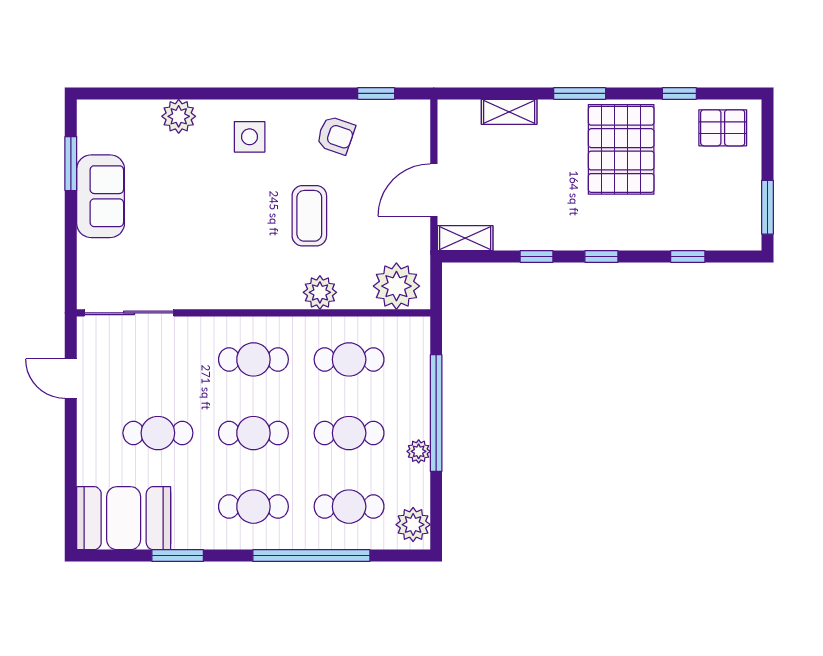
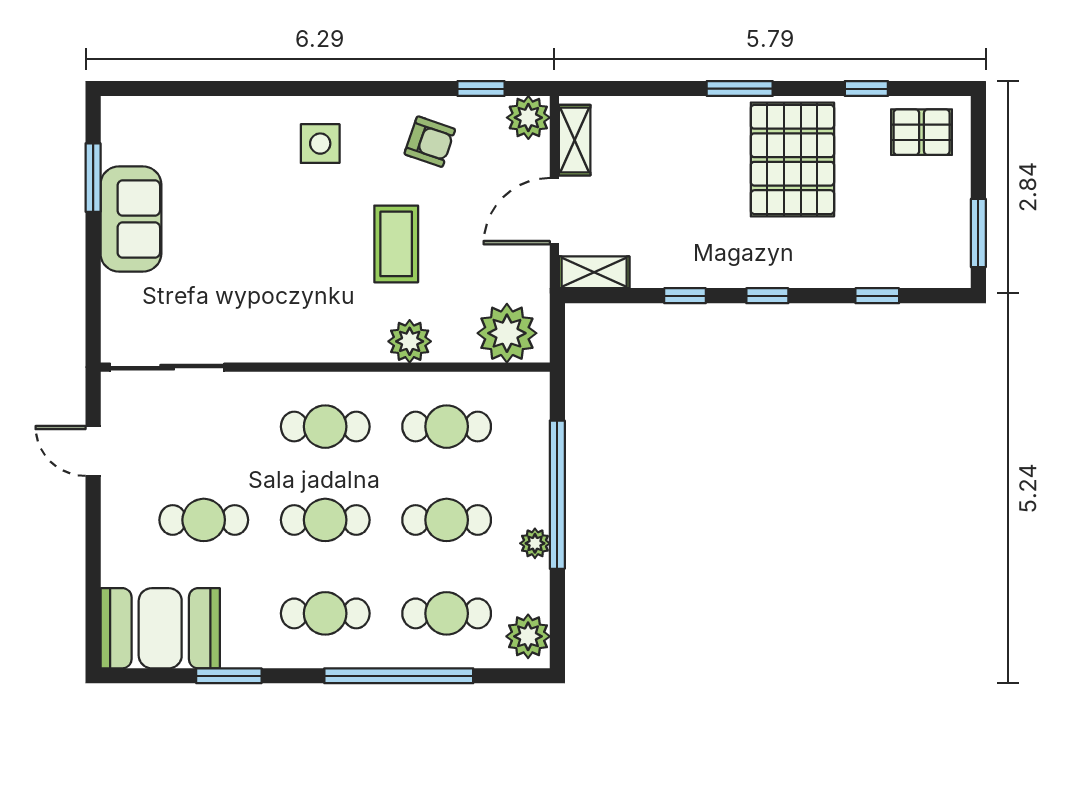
shelving: (509, 112) -> (575, 140), moved, turned 90
plant: (179, 116) -> (528, 118), moved

